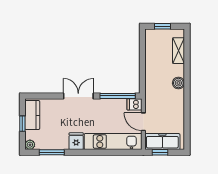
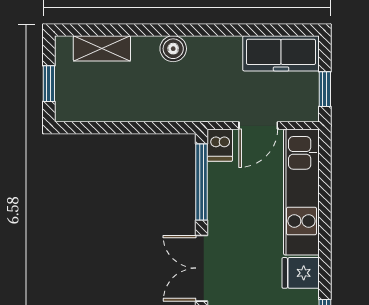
freezer: (162, 142) -> (281, 53), moved, turned -90

